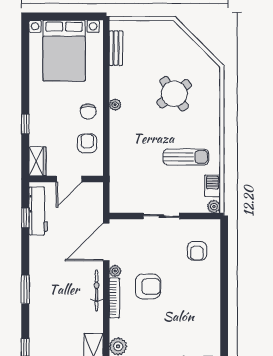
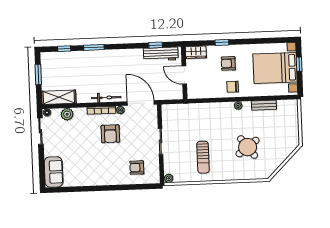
window: (60, 16) -> (299, 64), added
bench: (116, 48) -> (264, 105), moved
armchair: (87, 143) -> (228, 63), moved, turned 180
barbecue: (212, 186) -> (183, 177), removed
window: (25, 289) -> (94, 47), moved

